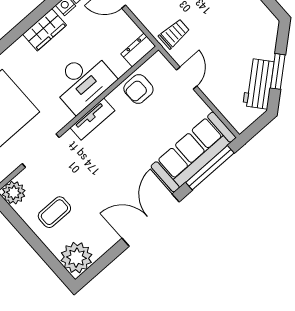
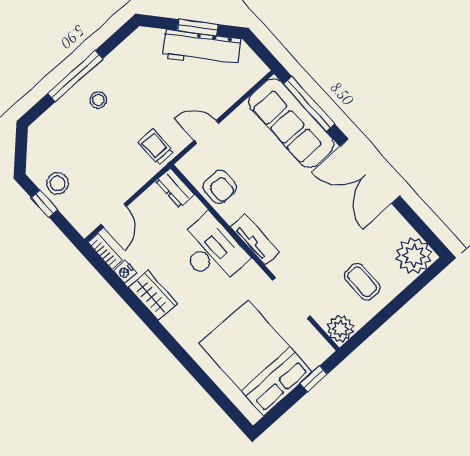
workbench: (258, 84) -> (202, 48), width x1.37

